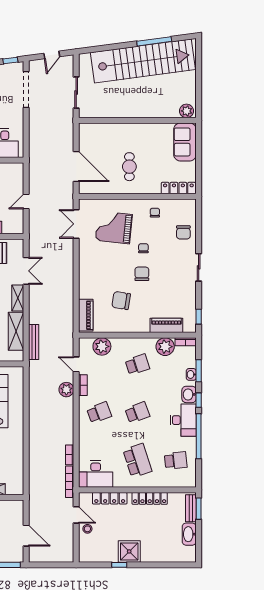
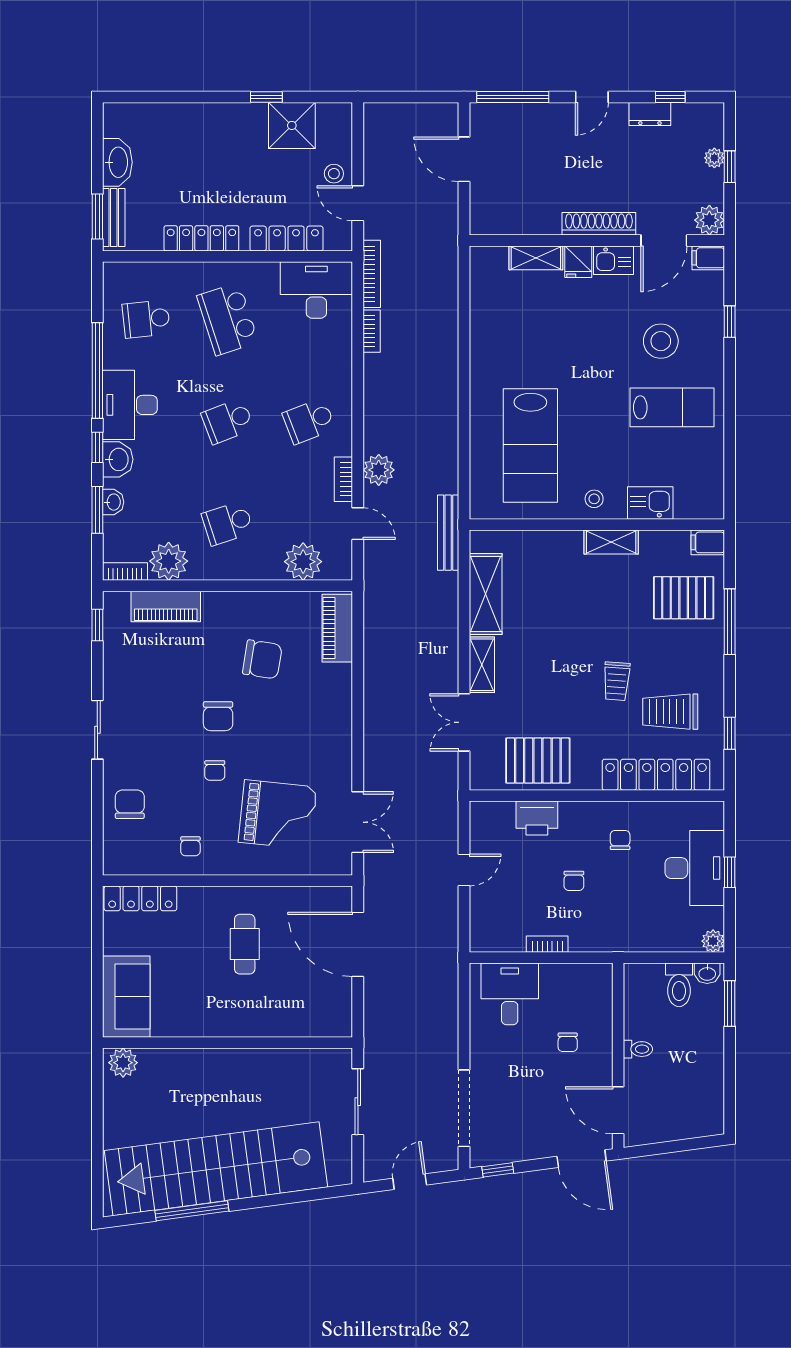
bench: (34, 342) -> (448, 533), moved
shower: (129, 551) -> (292, 125), moved

